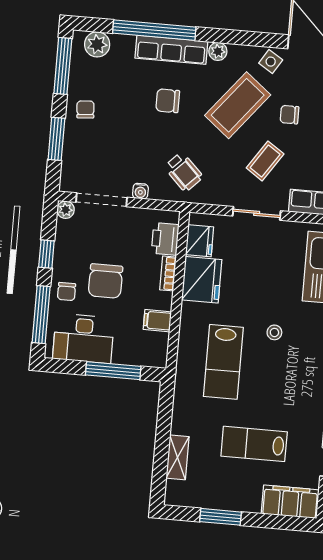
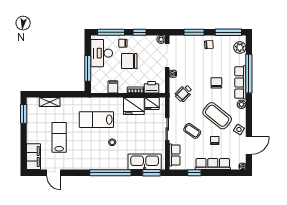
window: (221, 517) -> (24, 114), moved

